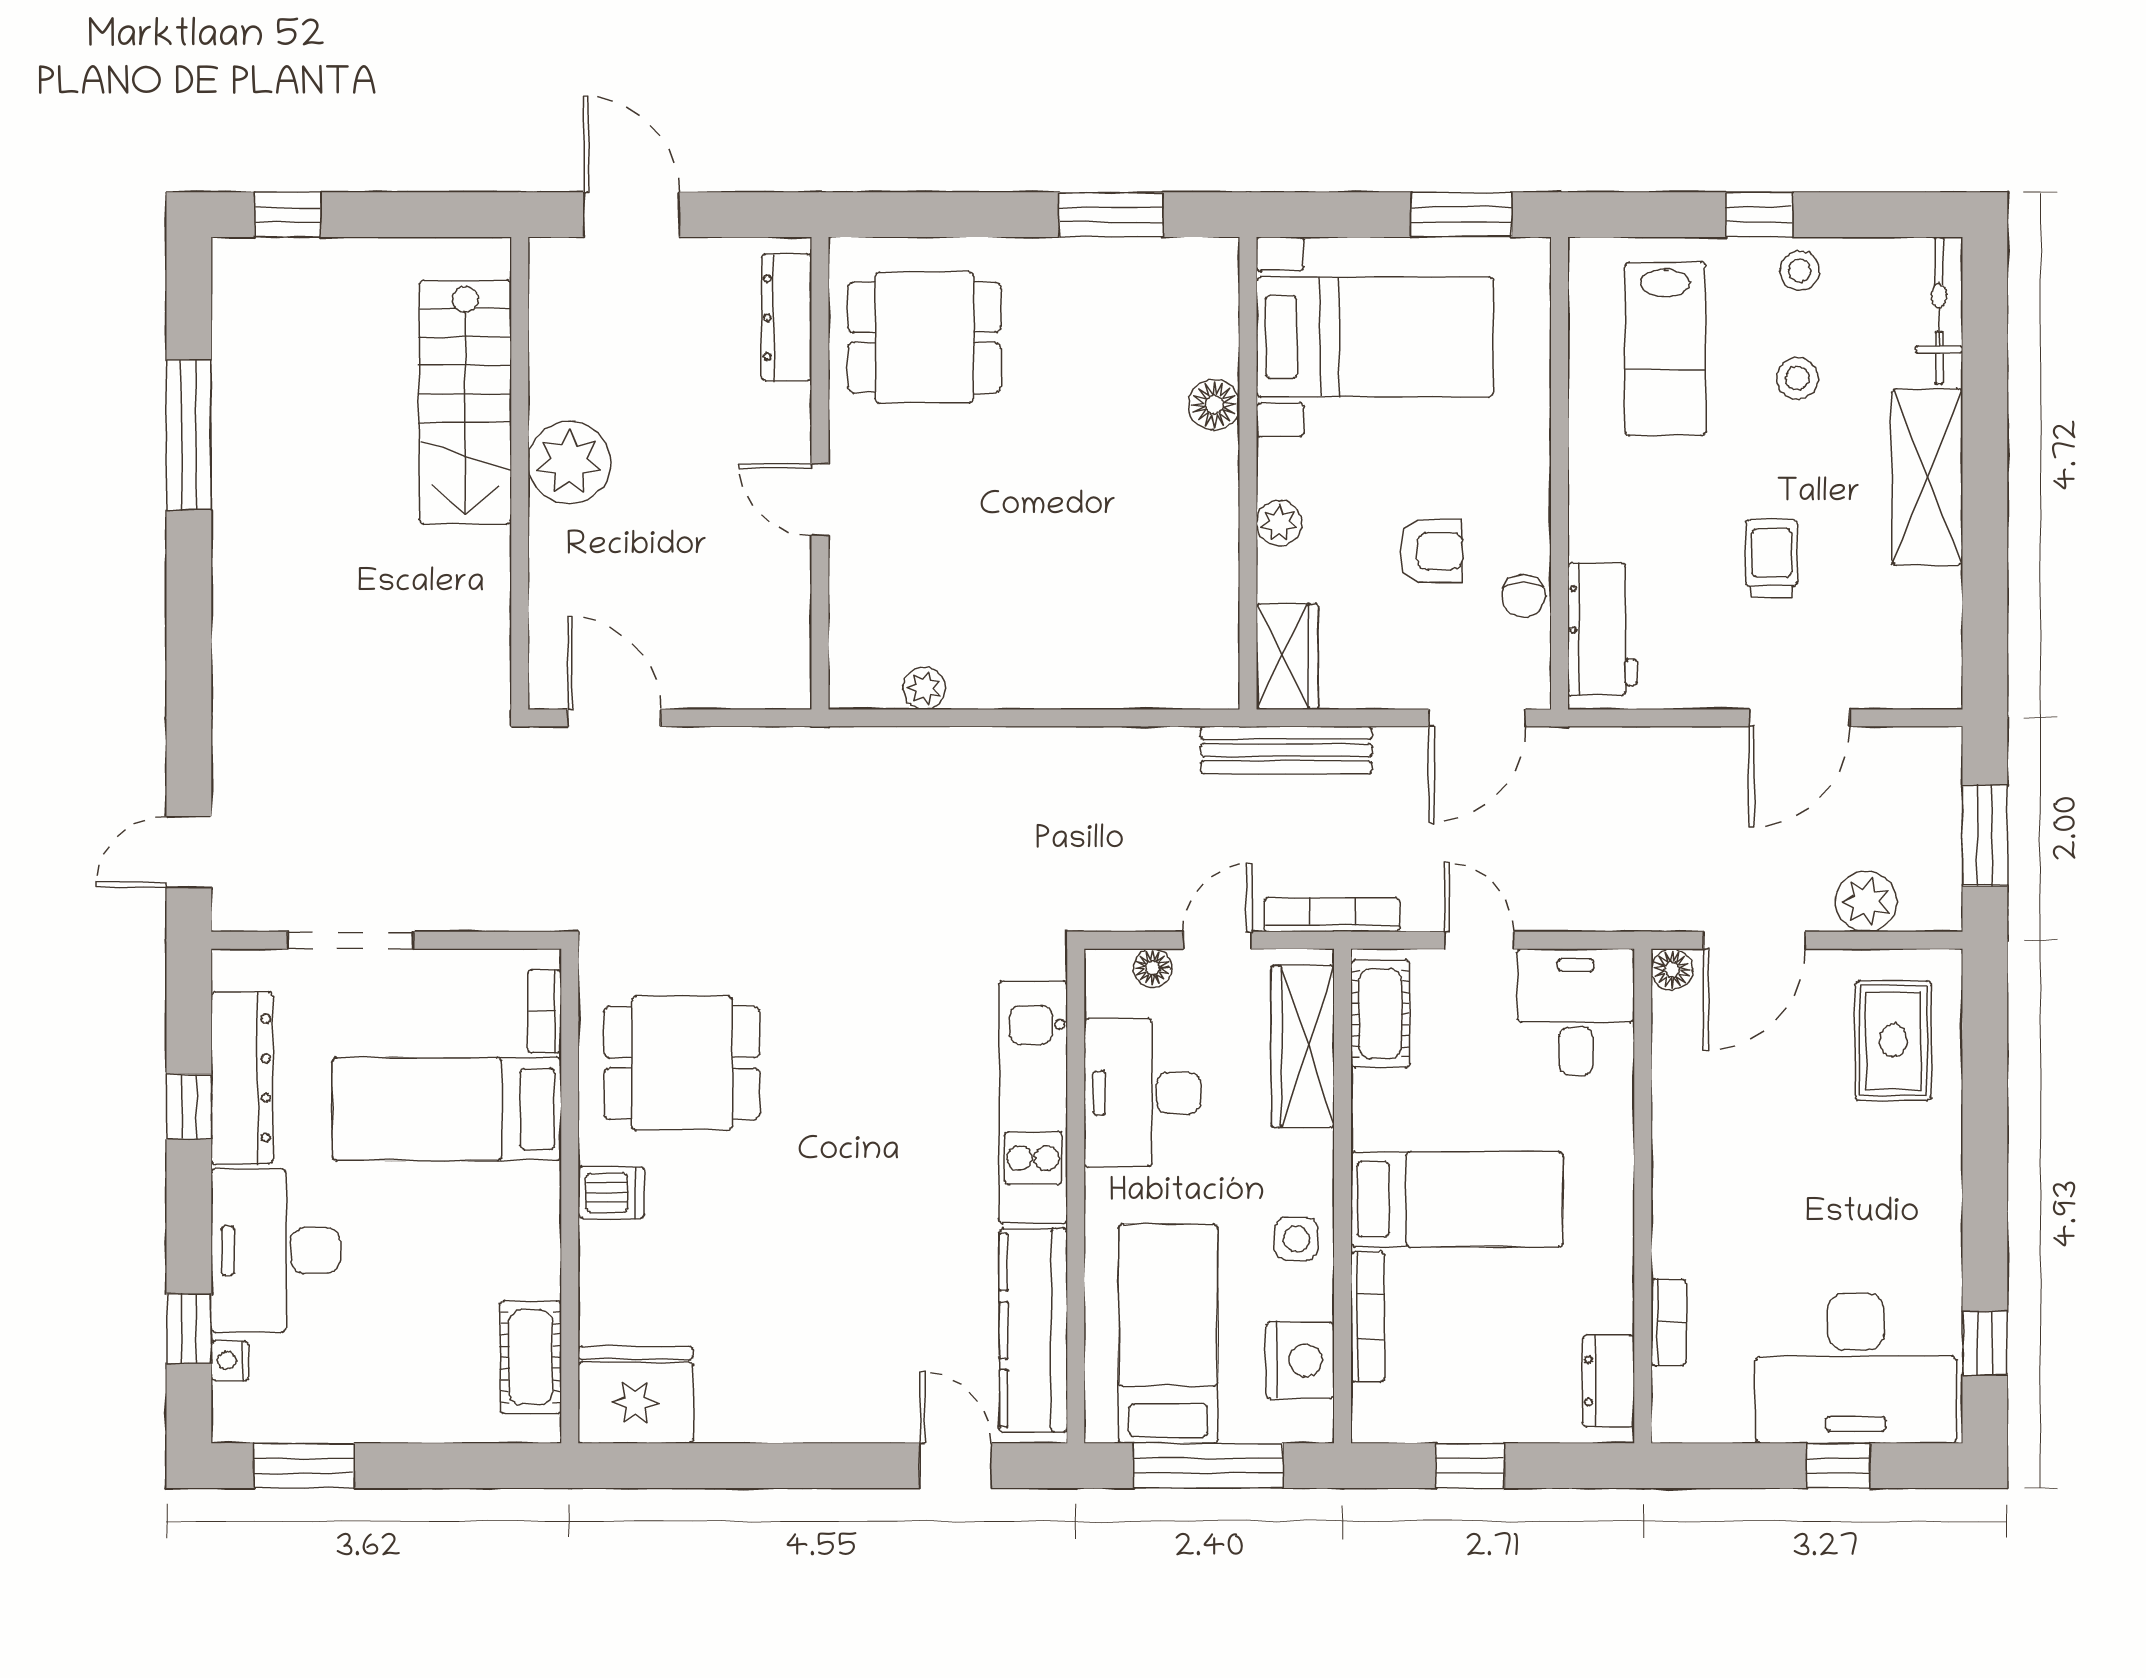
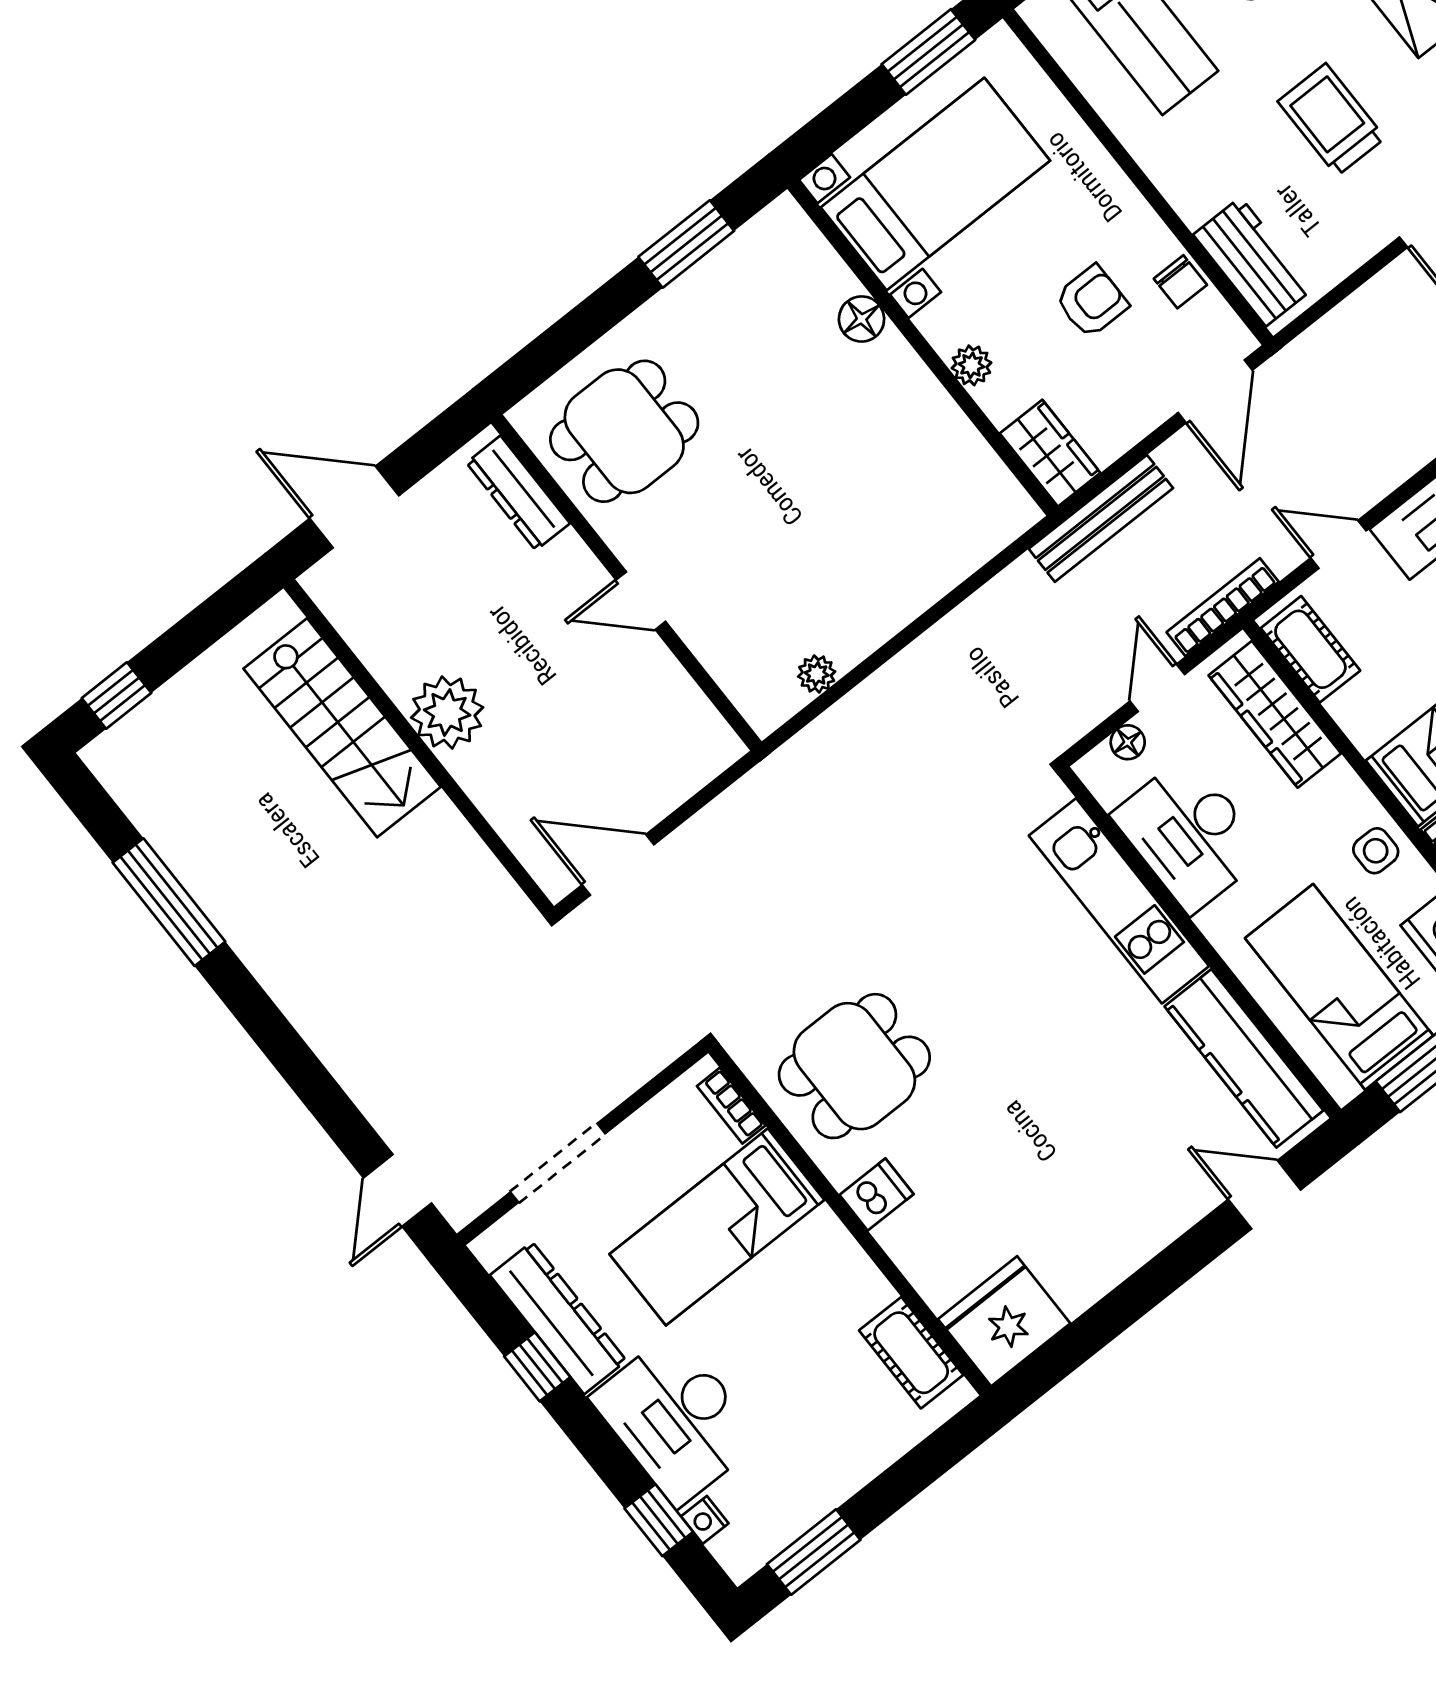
trolley: (1772, 558) -> (1331, 120), width x1.36, depth x1.39

